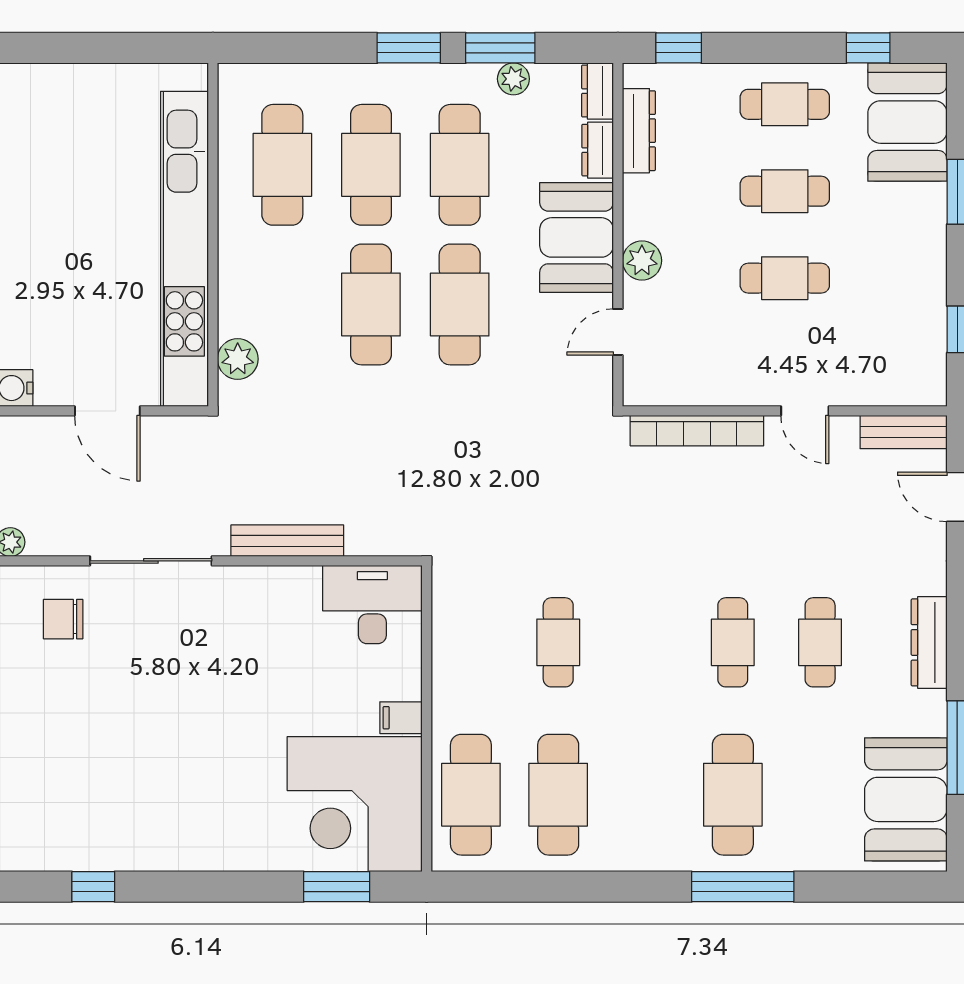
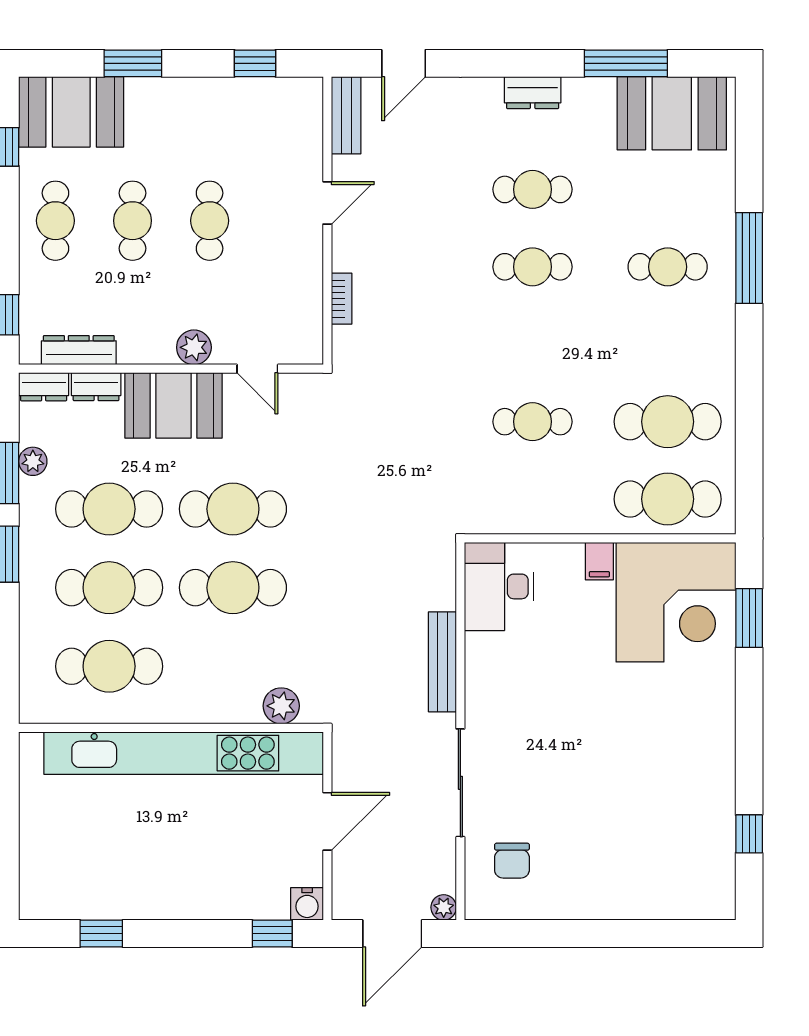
bookcase: (697, 431) -> (342, 299), width x0.43, depth x0.76
dresser: (929, 642) -> (533, 93), width x0.70
cafe table: (733, 795) -> (668, 267), width x0.73, depth x0.74

